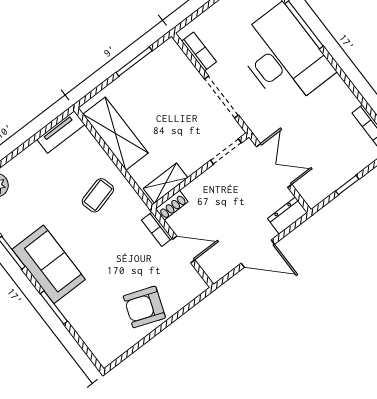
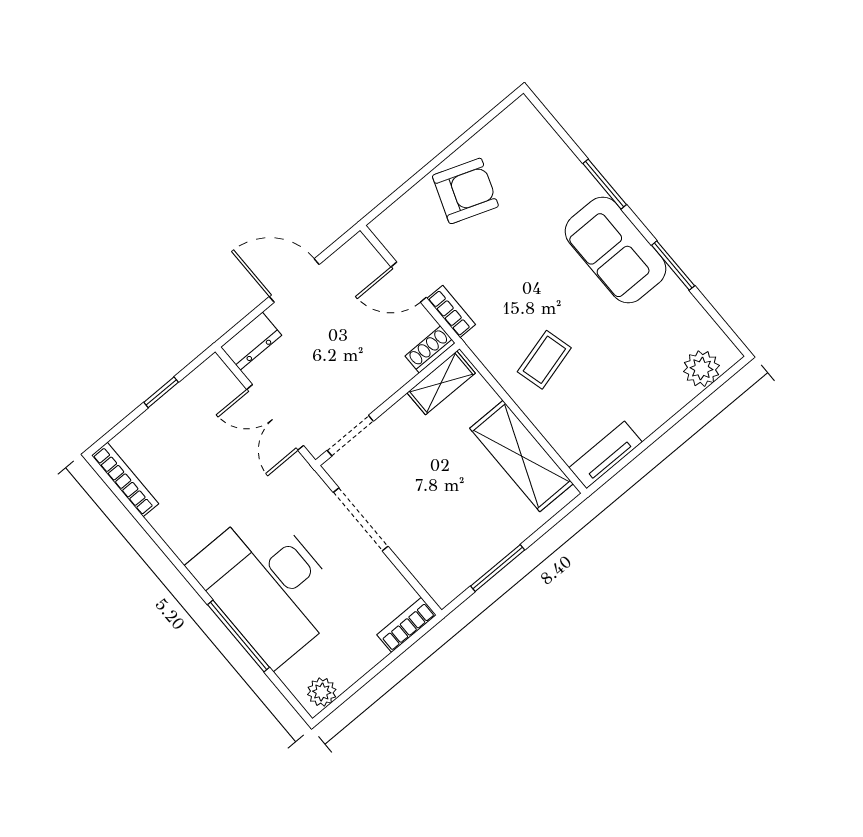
bookcase: (199, 52) -> (406, 625), moved, turned 90

